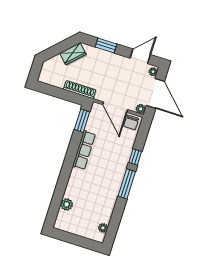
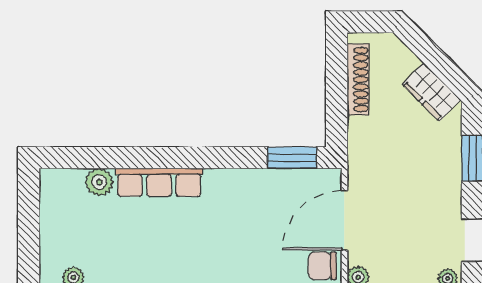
shoe rack: (80, 90) -> (358, 80), moved
row of seats: (84, 150) -> (159, 182), moved

